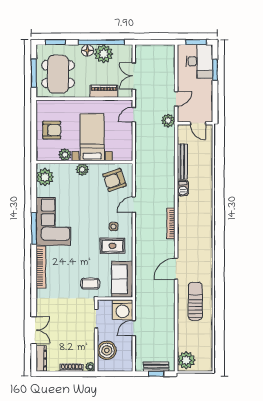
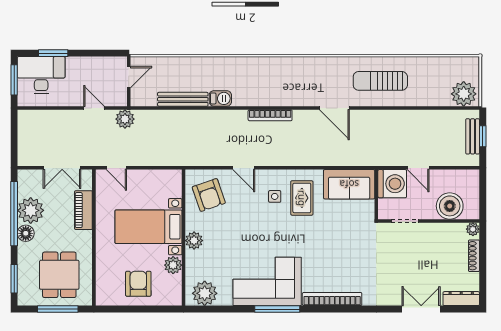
dining table: (58, 74) -> (59, 275), width x0.73
coffee table: (90, 284) -> (355, 229), removed

